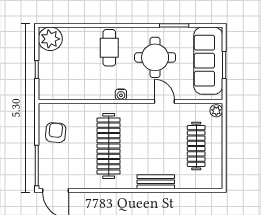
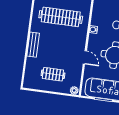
door: (164, 102) -> (85, 57), hinge flipped
clothes rail: (196, 146) -> (53, 74), width x0.73

